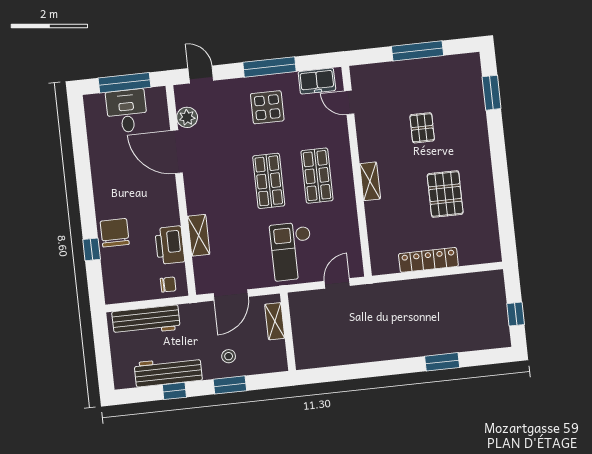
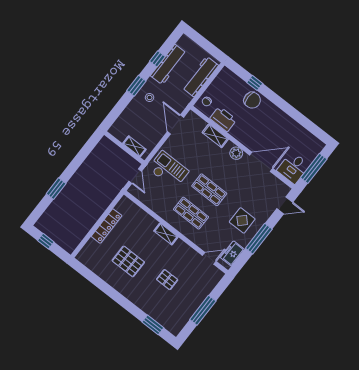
desk: (127, 111) -> (293, 168), moved, turned 90
plant: (187, 117) -> (236, 153), moved
shelving: (275, 321) -> (134, 146), moved
wall: (288, 332) -> (124, 148), moved

